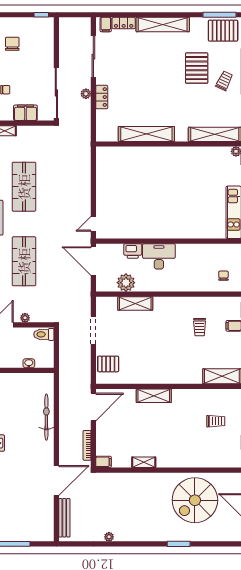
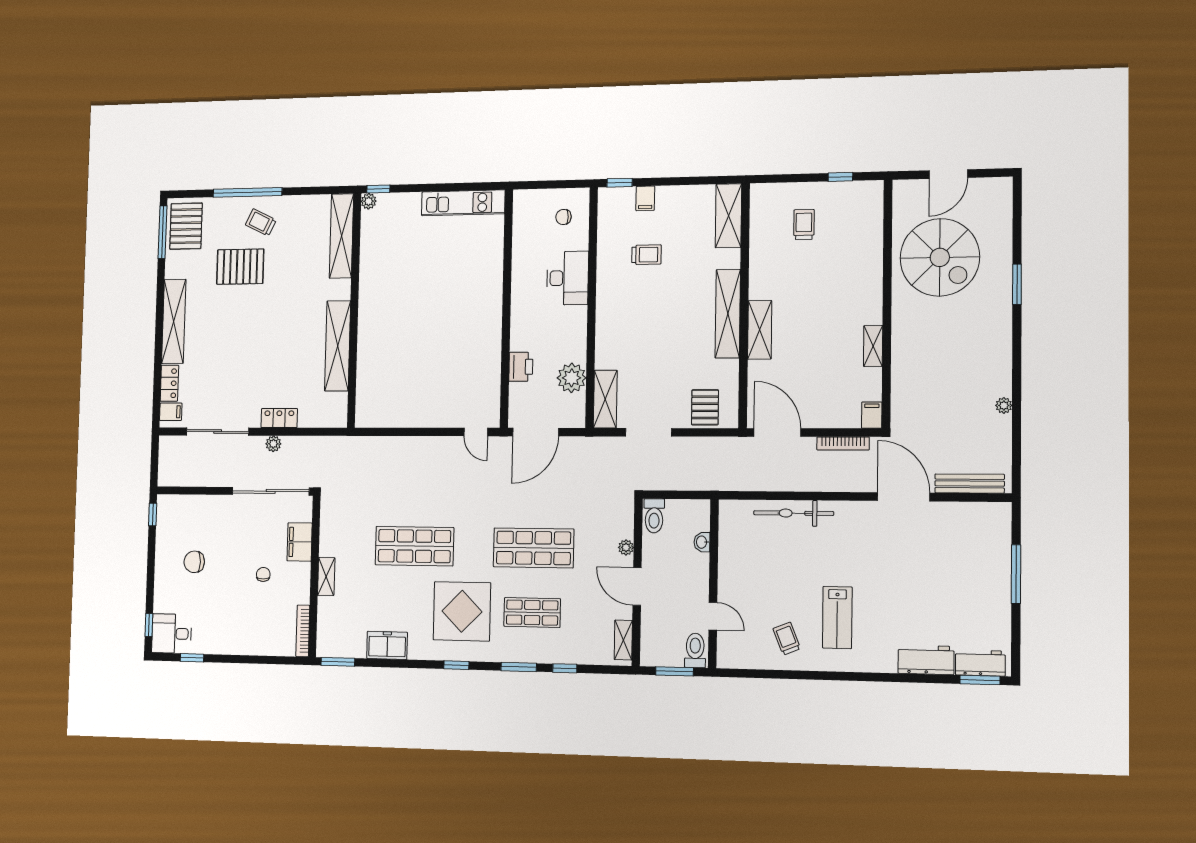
desk: (159, 256) -> (567, 278), moved, turned 180
shelving: (135, 304) -> (605, 399), moved
shelving: (164, 377) -> (728, 314), added

